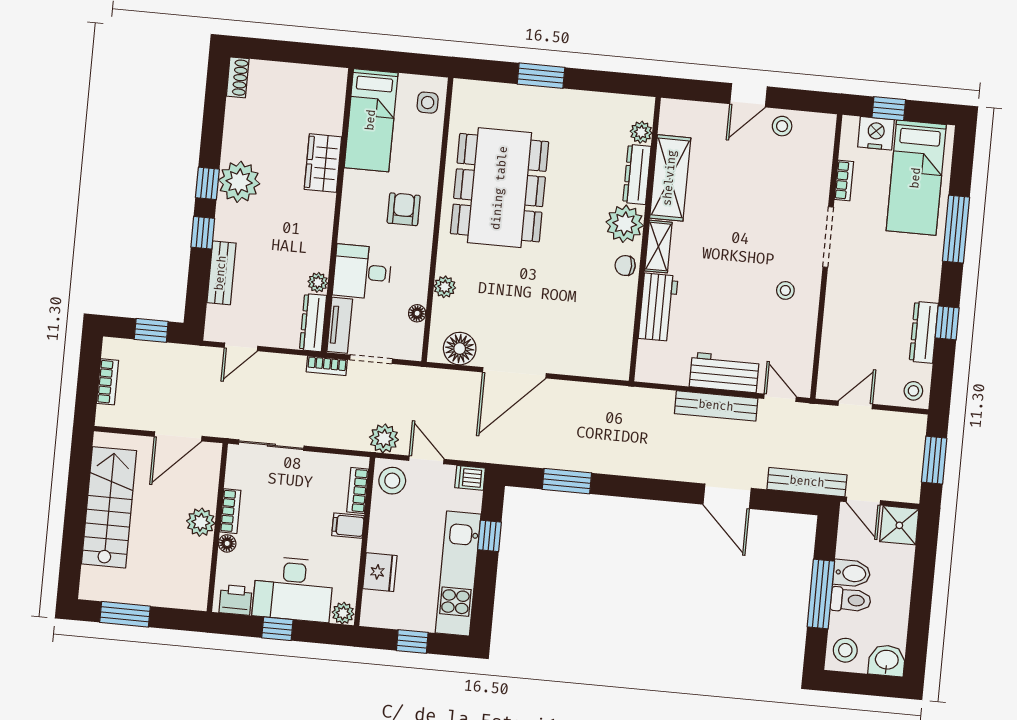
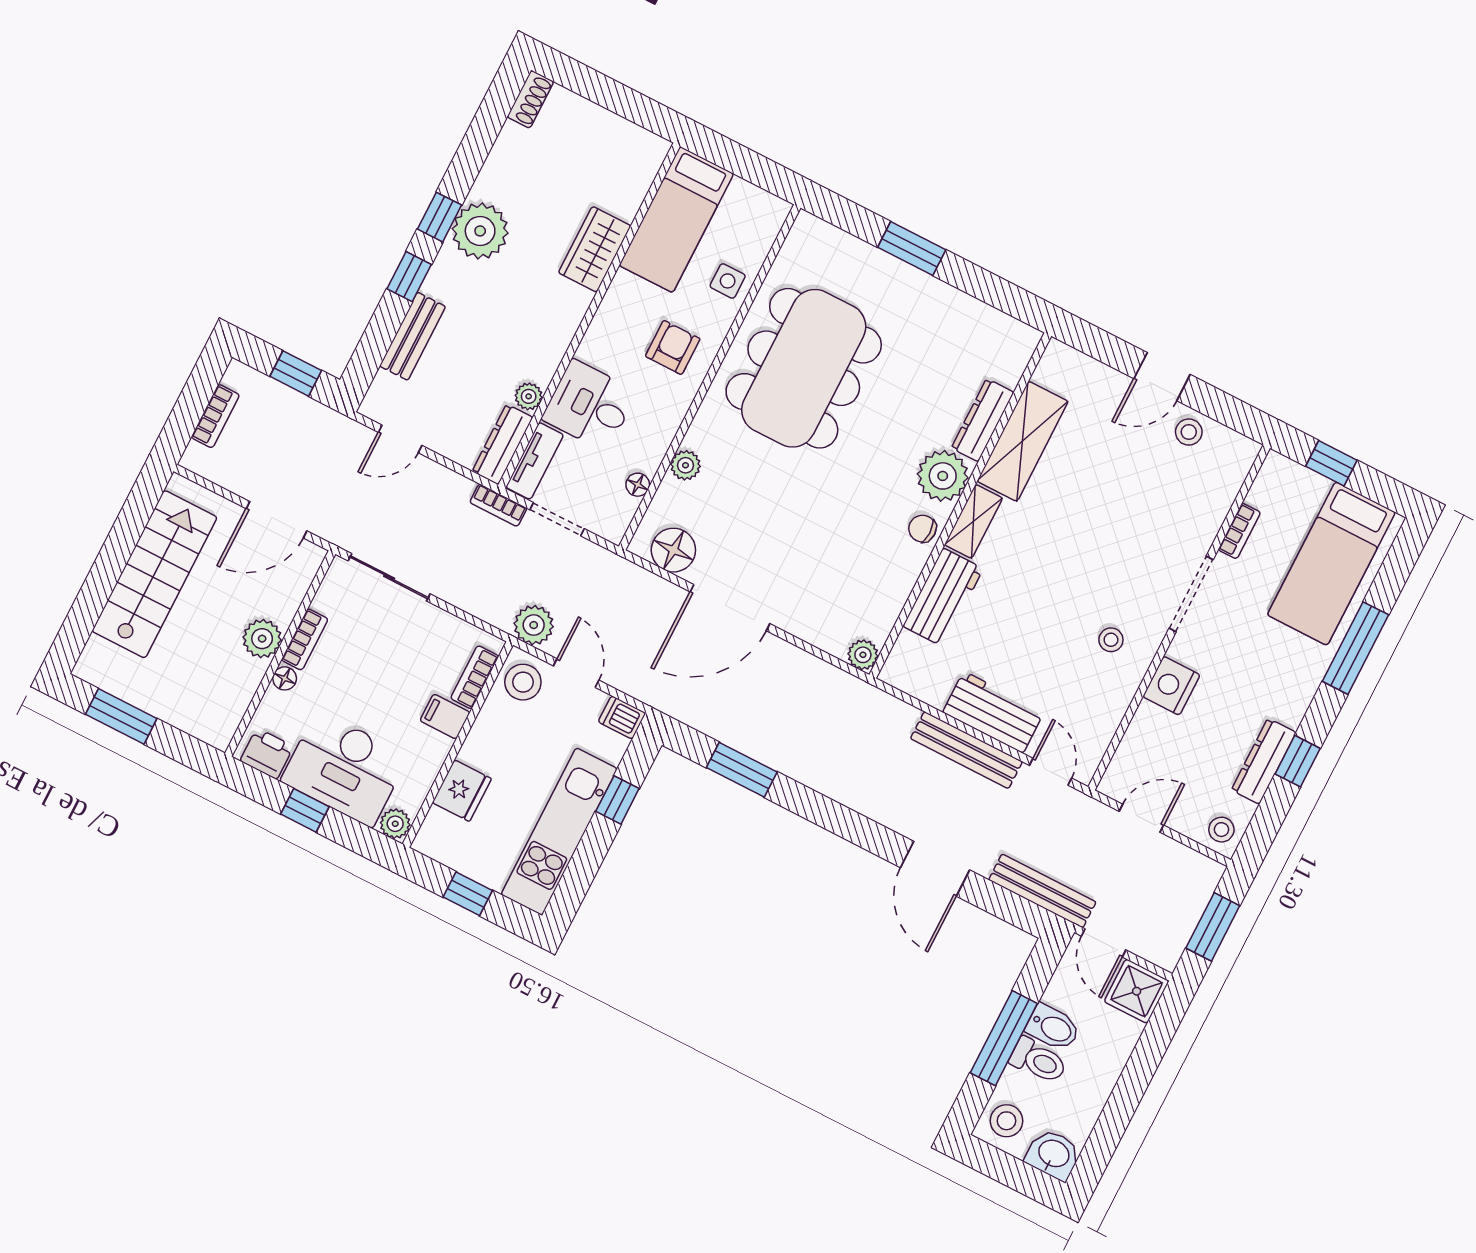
side table: (428, 103) -> (728, 281), moved
plant: (641, 132) -> (863, 655), moved
nightstand: (876, 133) -> (1171, 686), moved, turned -90

